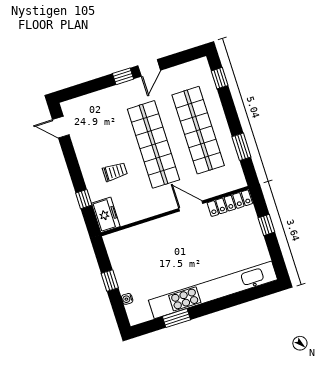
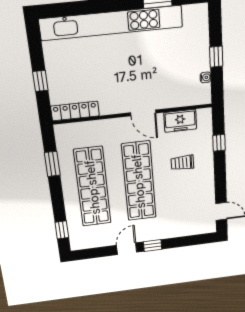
door: (191, 206) -> (143, 113), moved
freezer: (106, 215) -> (180, 121), moved, turned -90
water cooler: (127, 299) -> (206, 77), moved

